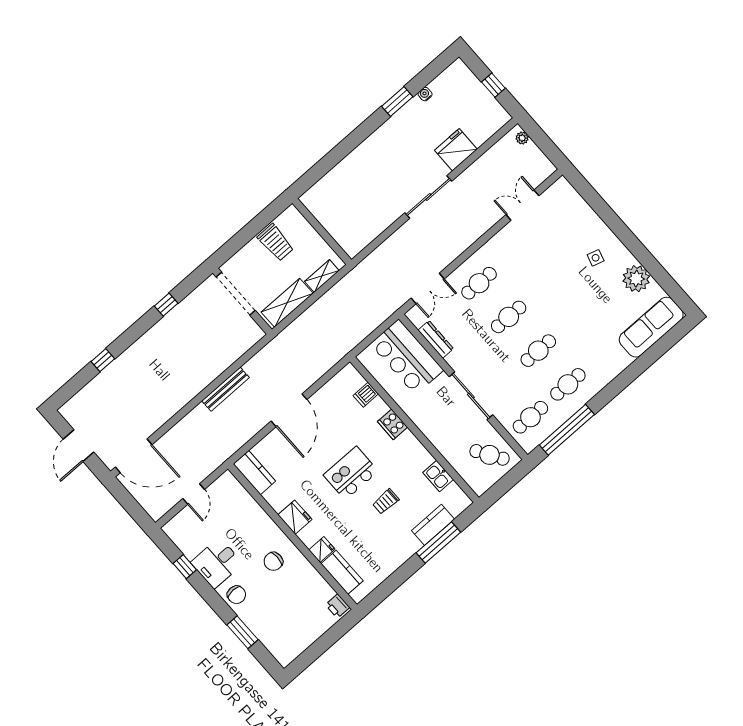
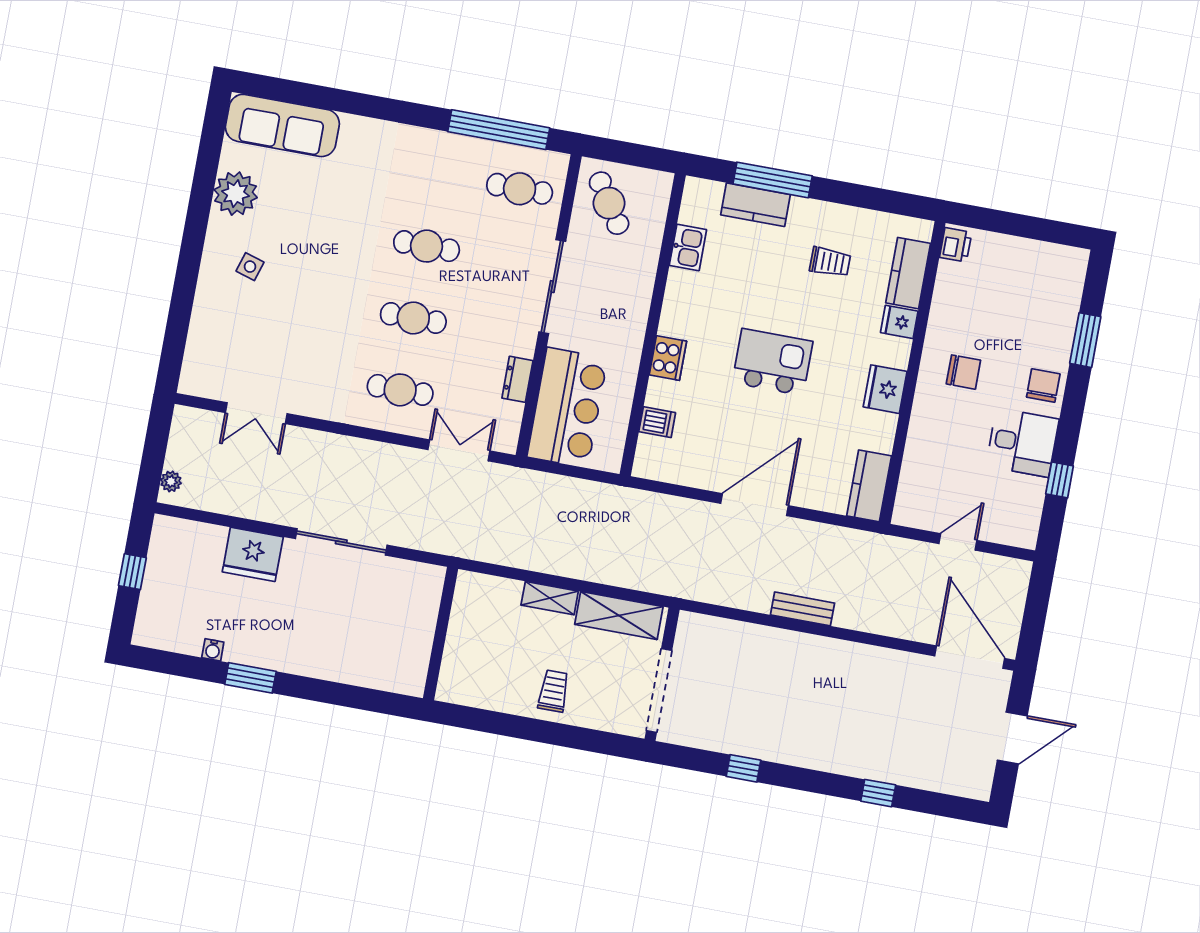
wall: (322, 231) -> (441, 634), moved
trolley: (276, 243) -> (554, 691), width x0.73, depth x0.72
dresser: (436, 339) -> (517, 379), width x0.70
cafe table: (568, 384) -> (440, 174), removed
bench: (226, 389) -> (803, 609), width x0.73
kitchen island: (351, 473) -> (772, 362), turned 180
trolley: (386, 501) -> (830, 262), moved

